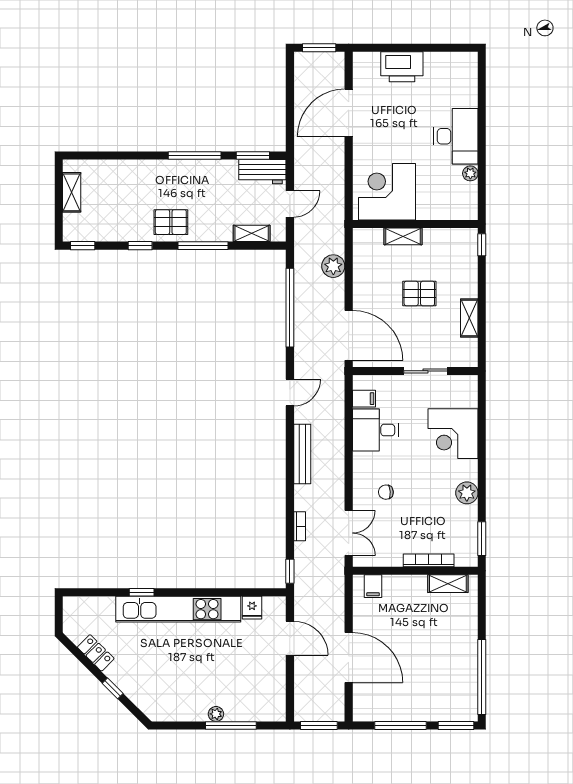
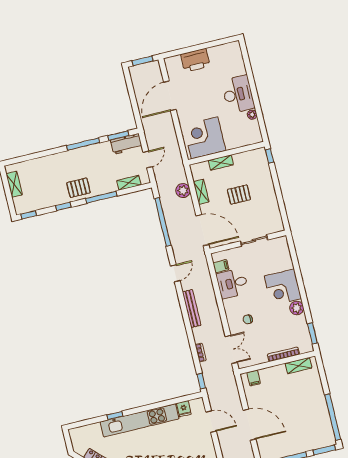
shelving: (469, 318) -> (201, 192), moved
corner desk: (453, 434) -> (283, 287), moved

